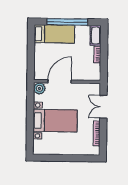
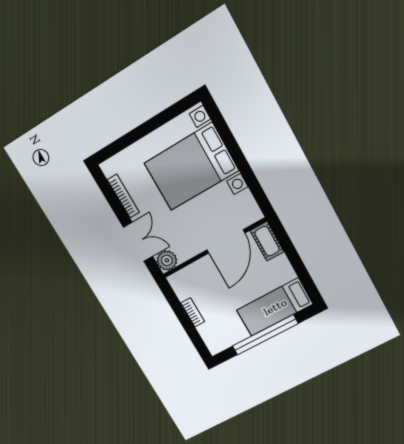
cot: (96, 35) -> (267, 241), moved
plant: (39, 88) -> (167, 260), moved
bed with nightstands: (55, 121) -> (191, 167), width x1.36

